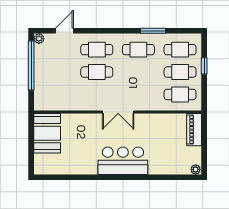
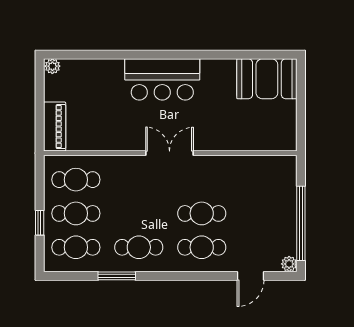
booth: (47, 133) -> (267, 79), moved, turned 90

